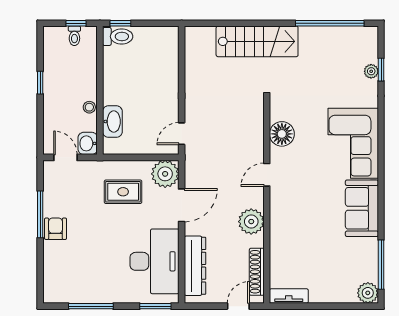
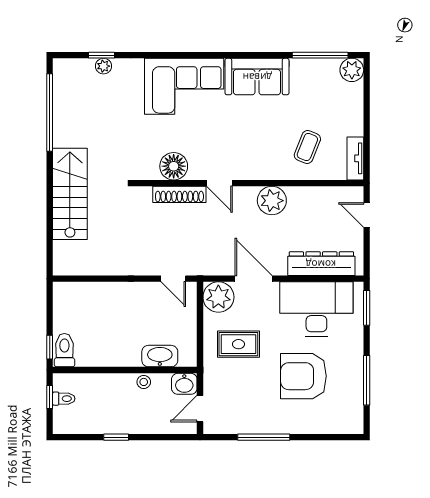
rug: (123, 192) -> (238, 344), turned 90
armchair: (56, 229) -> (303, 376), moved, width x1.88, depth x1.88
coffee table: (299, 253) -> (307, 147), added
shoe rack: (257, 272) -> (179, 194), moved

